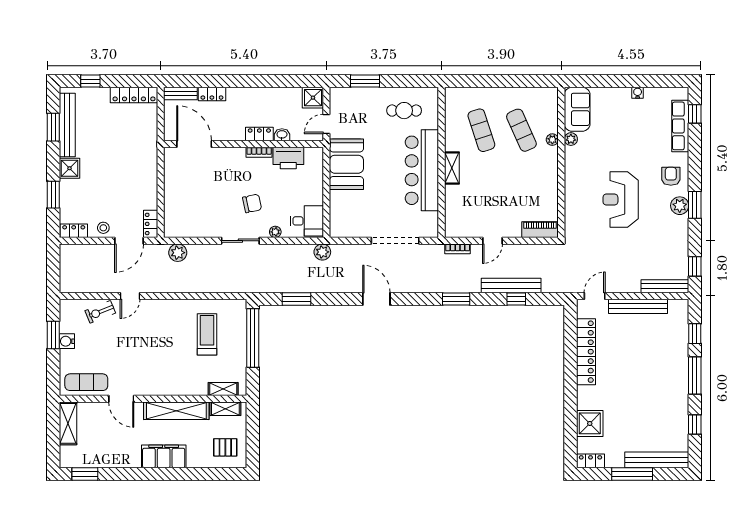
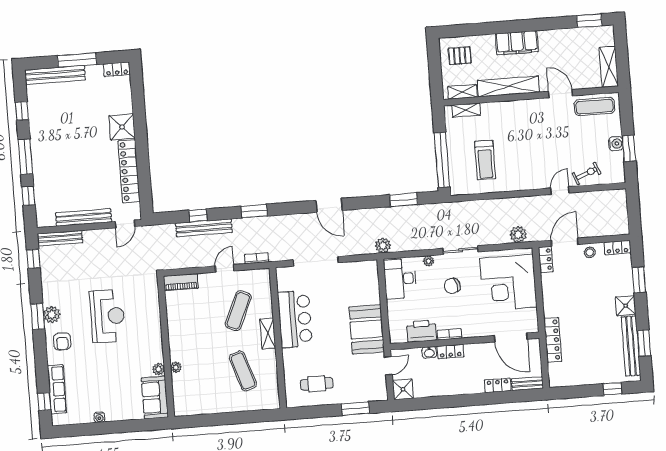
locker: (134, 95) -> (553, 340), moved, turned 90
exercise mat: (521, 130) -> (238, 311), moved, turned 48
bar counter: (422, 170) -> (295, 319), width x0.73
corner desk: (192, 202) -> (508, 283), added
desk: (307, 221) -> (400, 279), width x1.37
shower: (590, 423) -> (122, 127), moved

